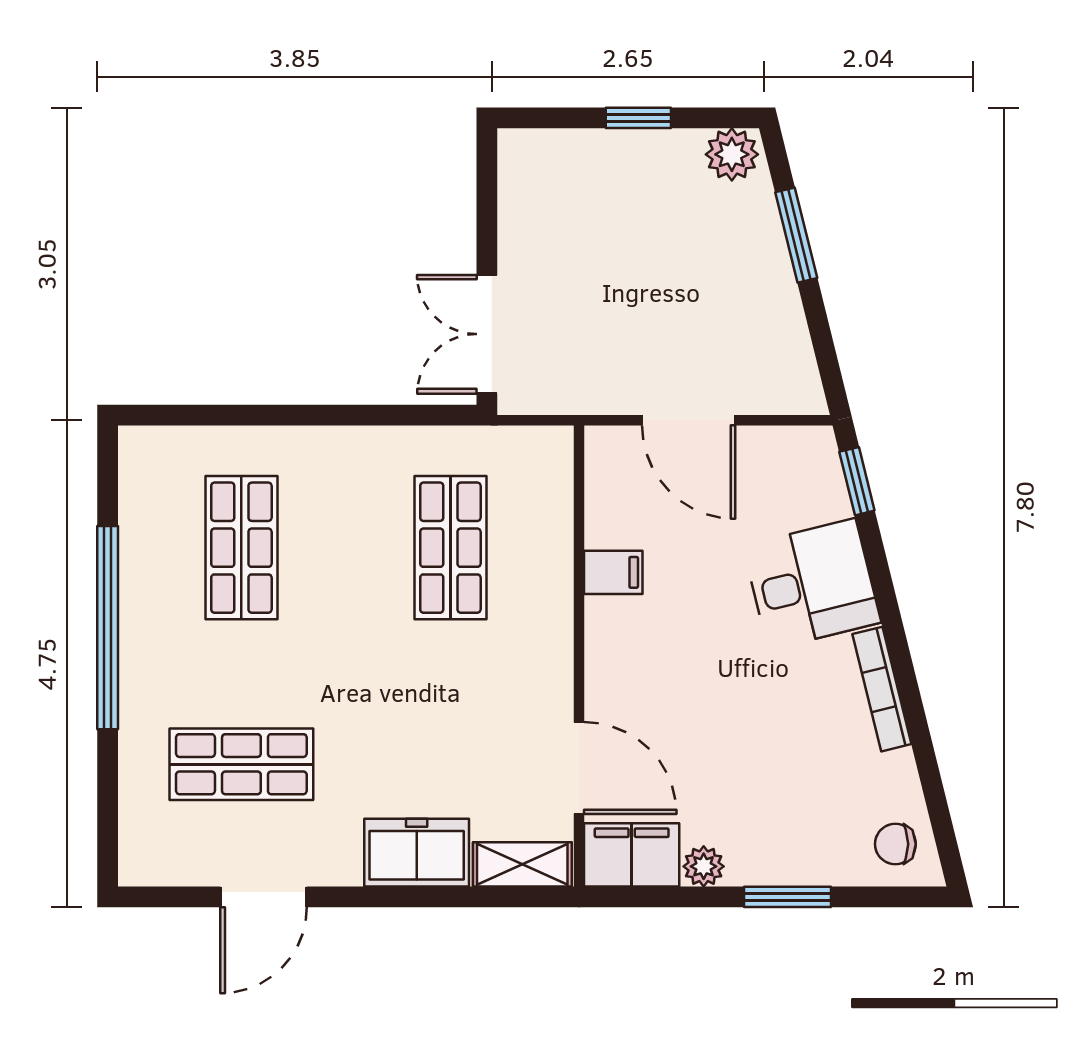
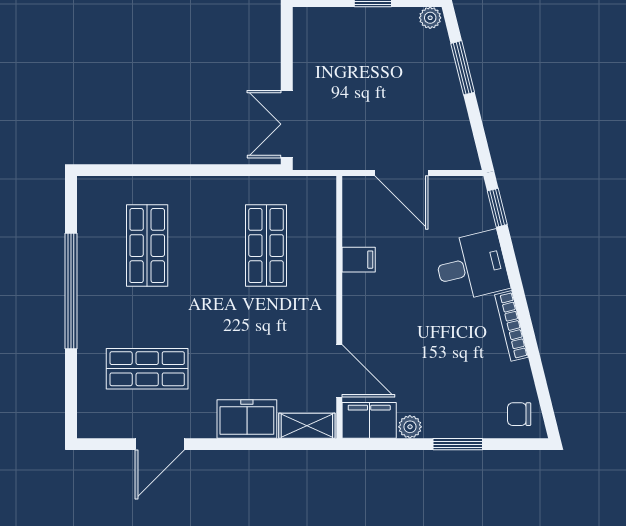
plant: (732, 154) -> (430, 18), width x0.73, depth x0.73

